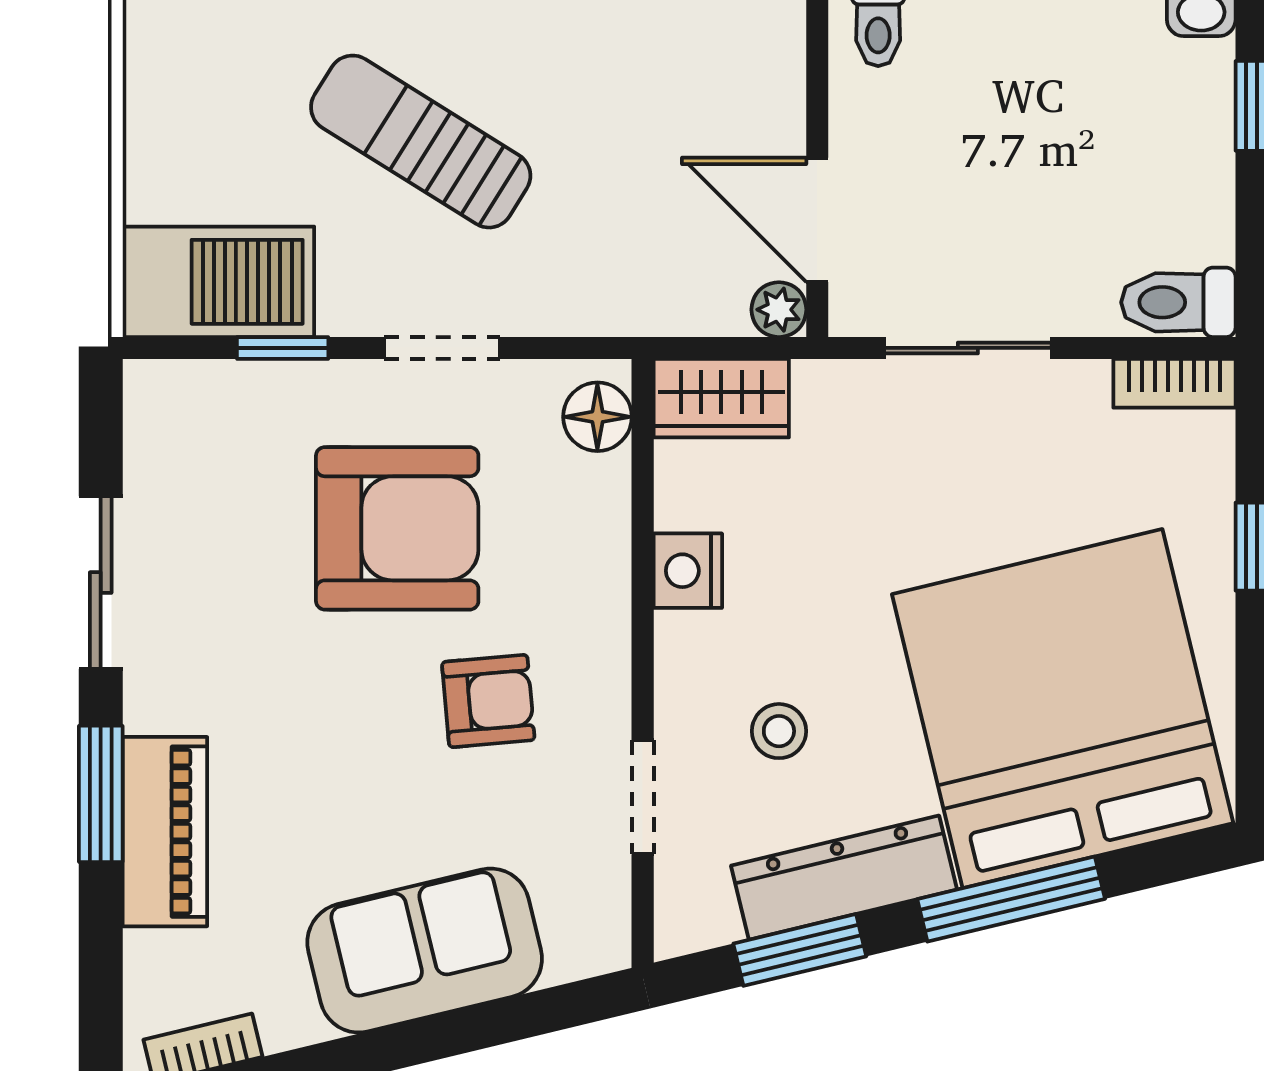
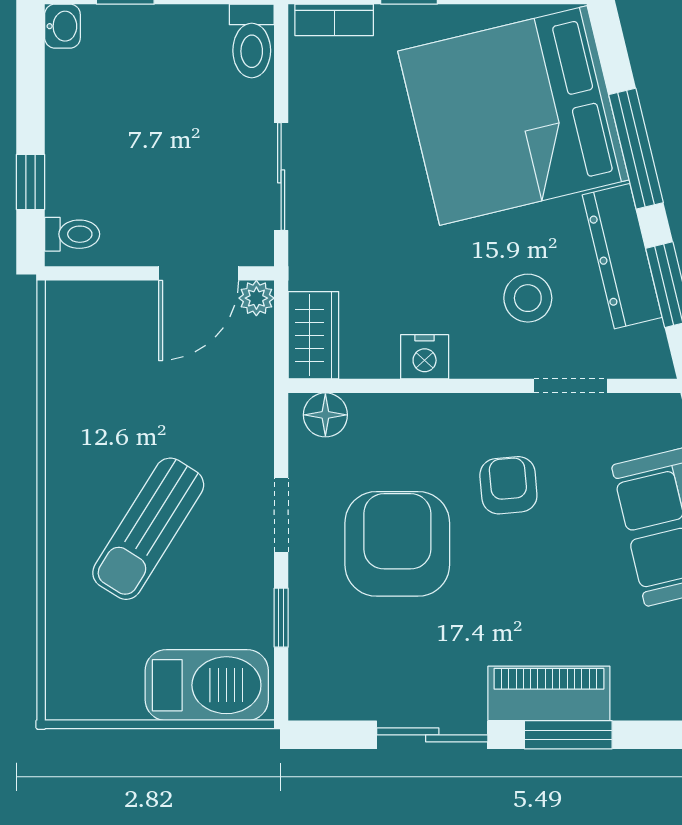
barbecue: (218, 282) -> (207, 685), moved, turned 90
bookcase: (1174, 383) -> (334, 20), moved, turned 90
stool: (779, 731) -> (528, 298), width x1.37, depth x1.37
piano: (165, 832) -> (549, 693), moved

